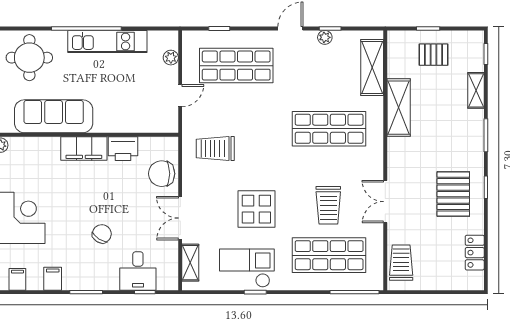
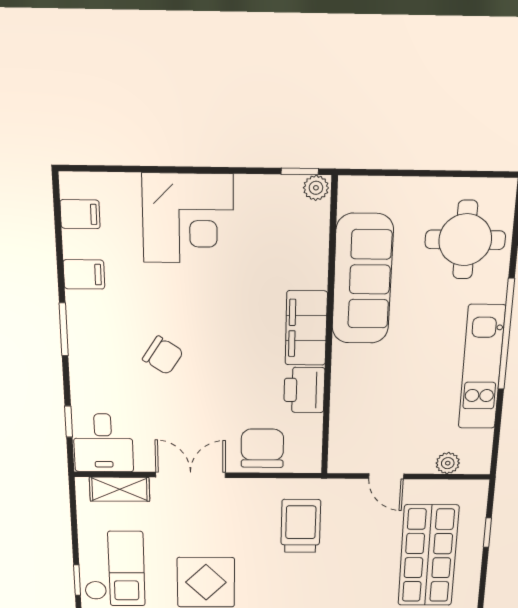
desk: (138, 271) -> (103, 443), moved, turned -90

